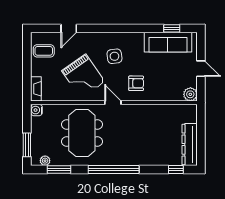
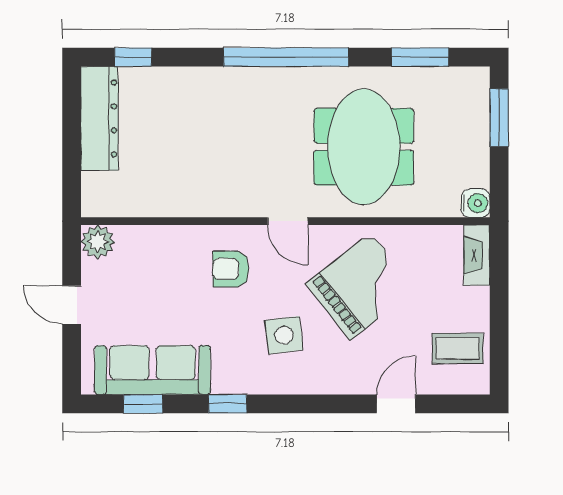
window: (137, 28) -> (228, 404), added
grand piano: (83, 76) -> (361, 286), turned 87
plant: (45, 161) -> (454, 79), removed

